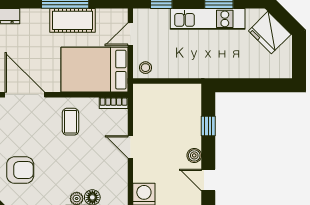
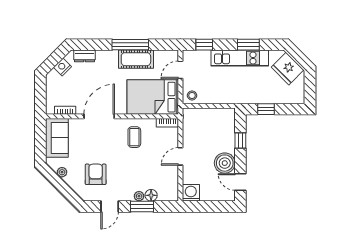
window: (242, 85) -> (266, 109), added
door: (25, 95) -> (99, 116), hinge flipped
door: (130, 147) -> (180, 156), hinge flipped
boiler: (194, 155) -> (225, 163), width x1.86, depth x1.86
armchair: (20, 170) -> (96, 174), turned -90

